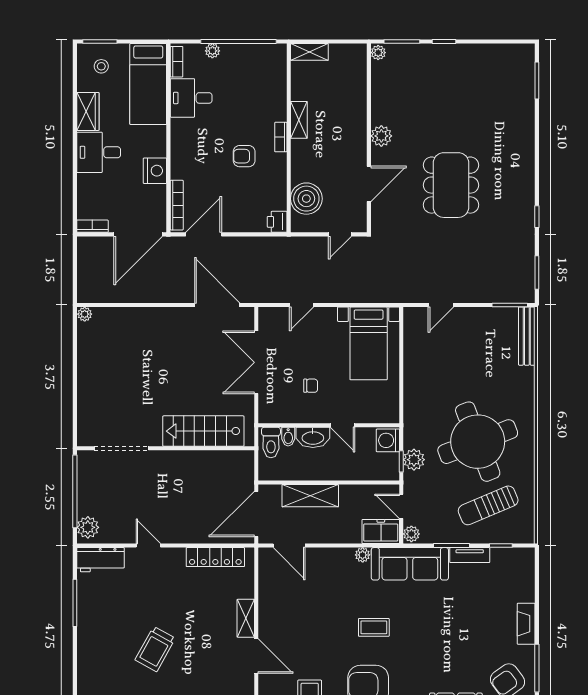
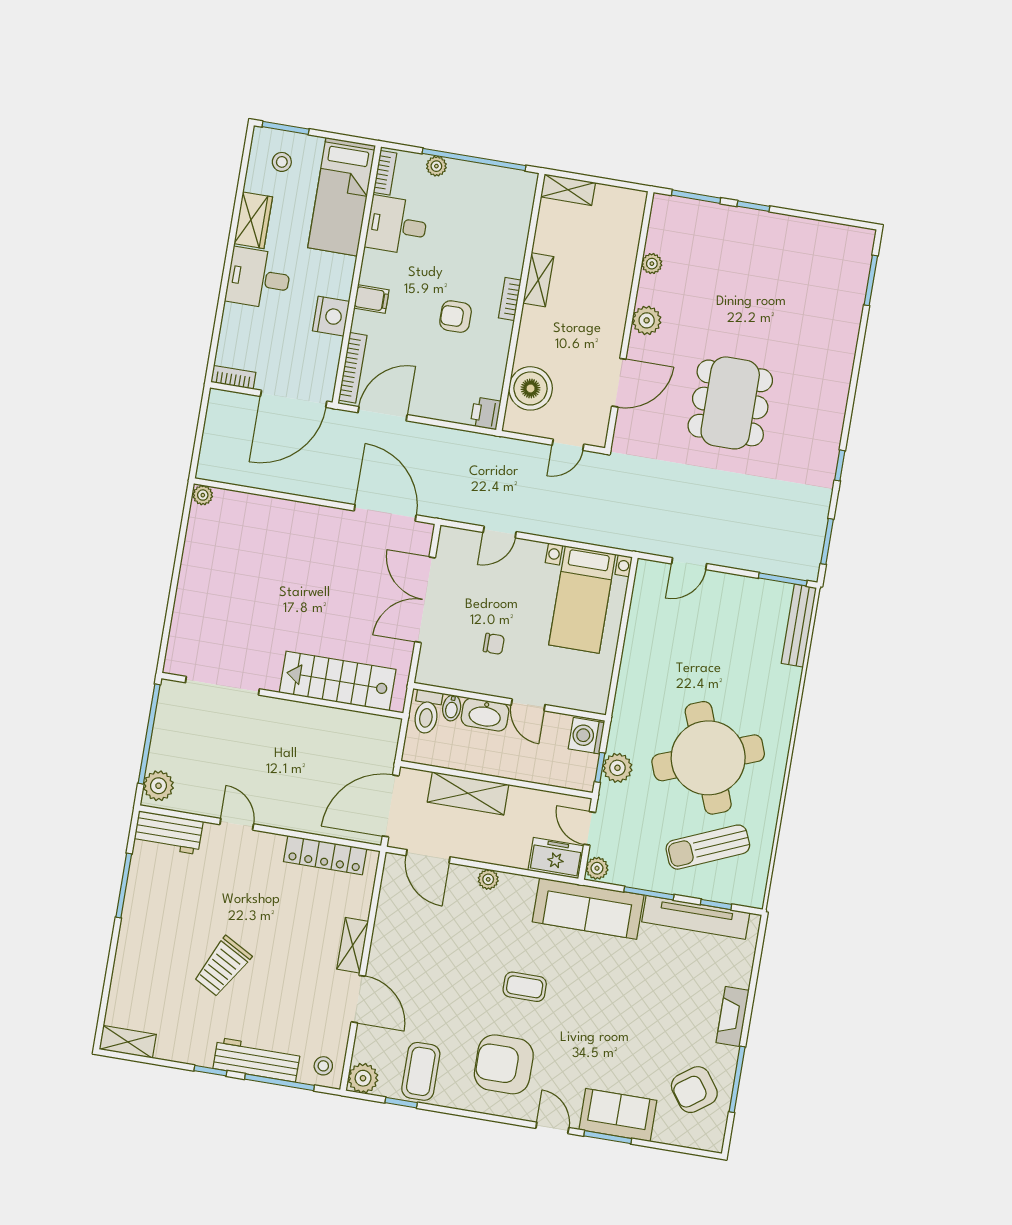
plant: (378, 53) -> (652, 264), moved
filing cabinet: (182, 154) -> (371, 299), added
plant: (363, 555) -> (488, 879), moved
tv unit: (470, 555) -> (696, 917), width x1.92, depth x1.29

